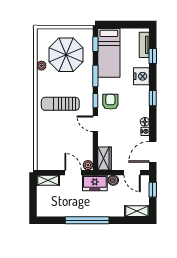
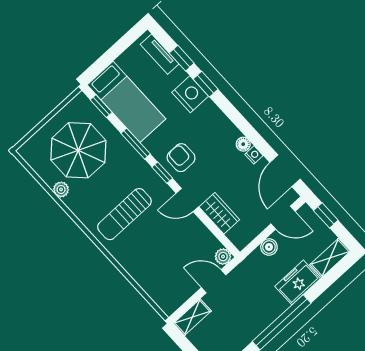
window: (153, 98) -> (206, 84), moved
wardrobe: (105, 159) -> (219, 213), moved
freezer: (95, 183) -> (298, 282), moved, turned 180

